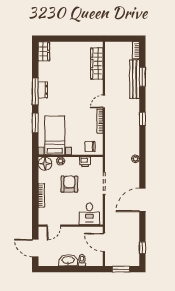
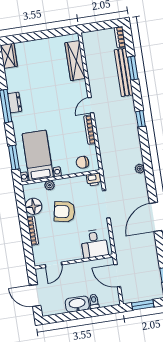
window: (35, 123) -> (14, 157), moved
printer: (85, 162) -> (94, 179), moved
floor lamp: (45, 164) -> (33, 206), moved
armchair: (69, 184) -> (64, 212), turned -79

